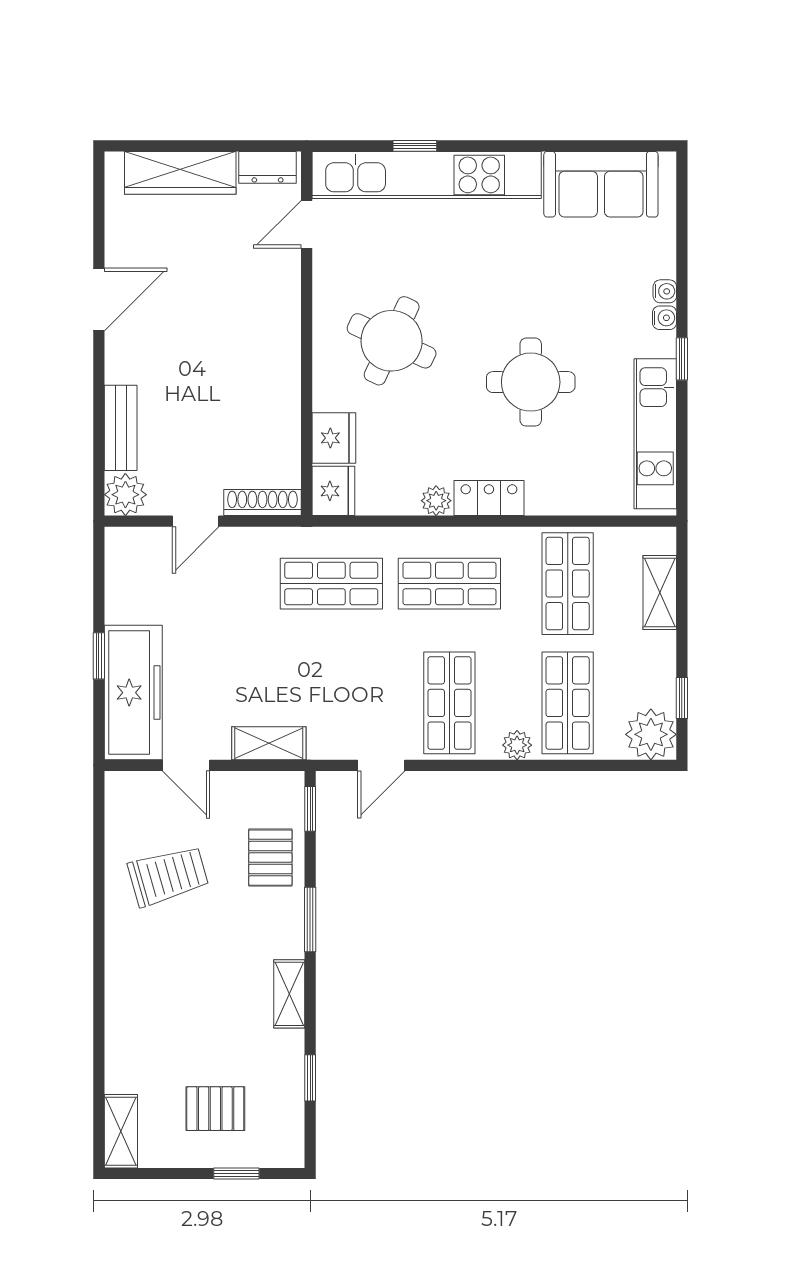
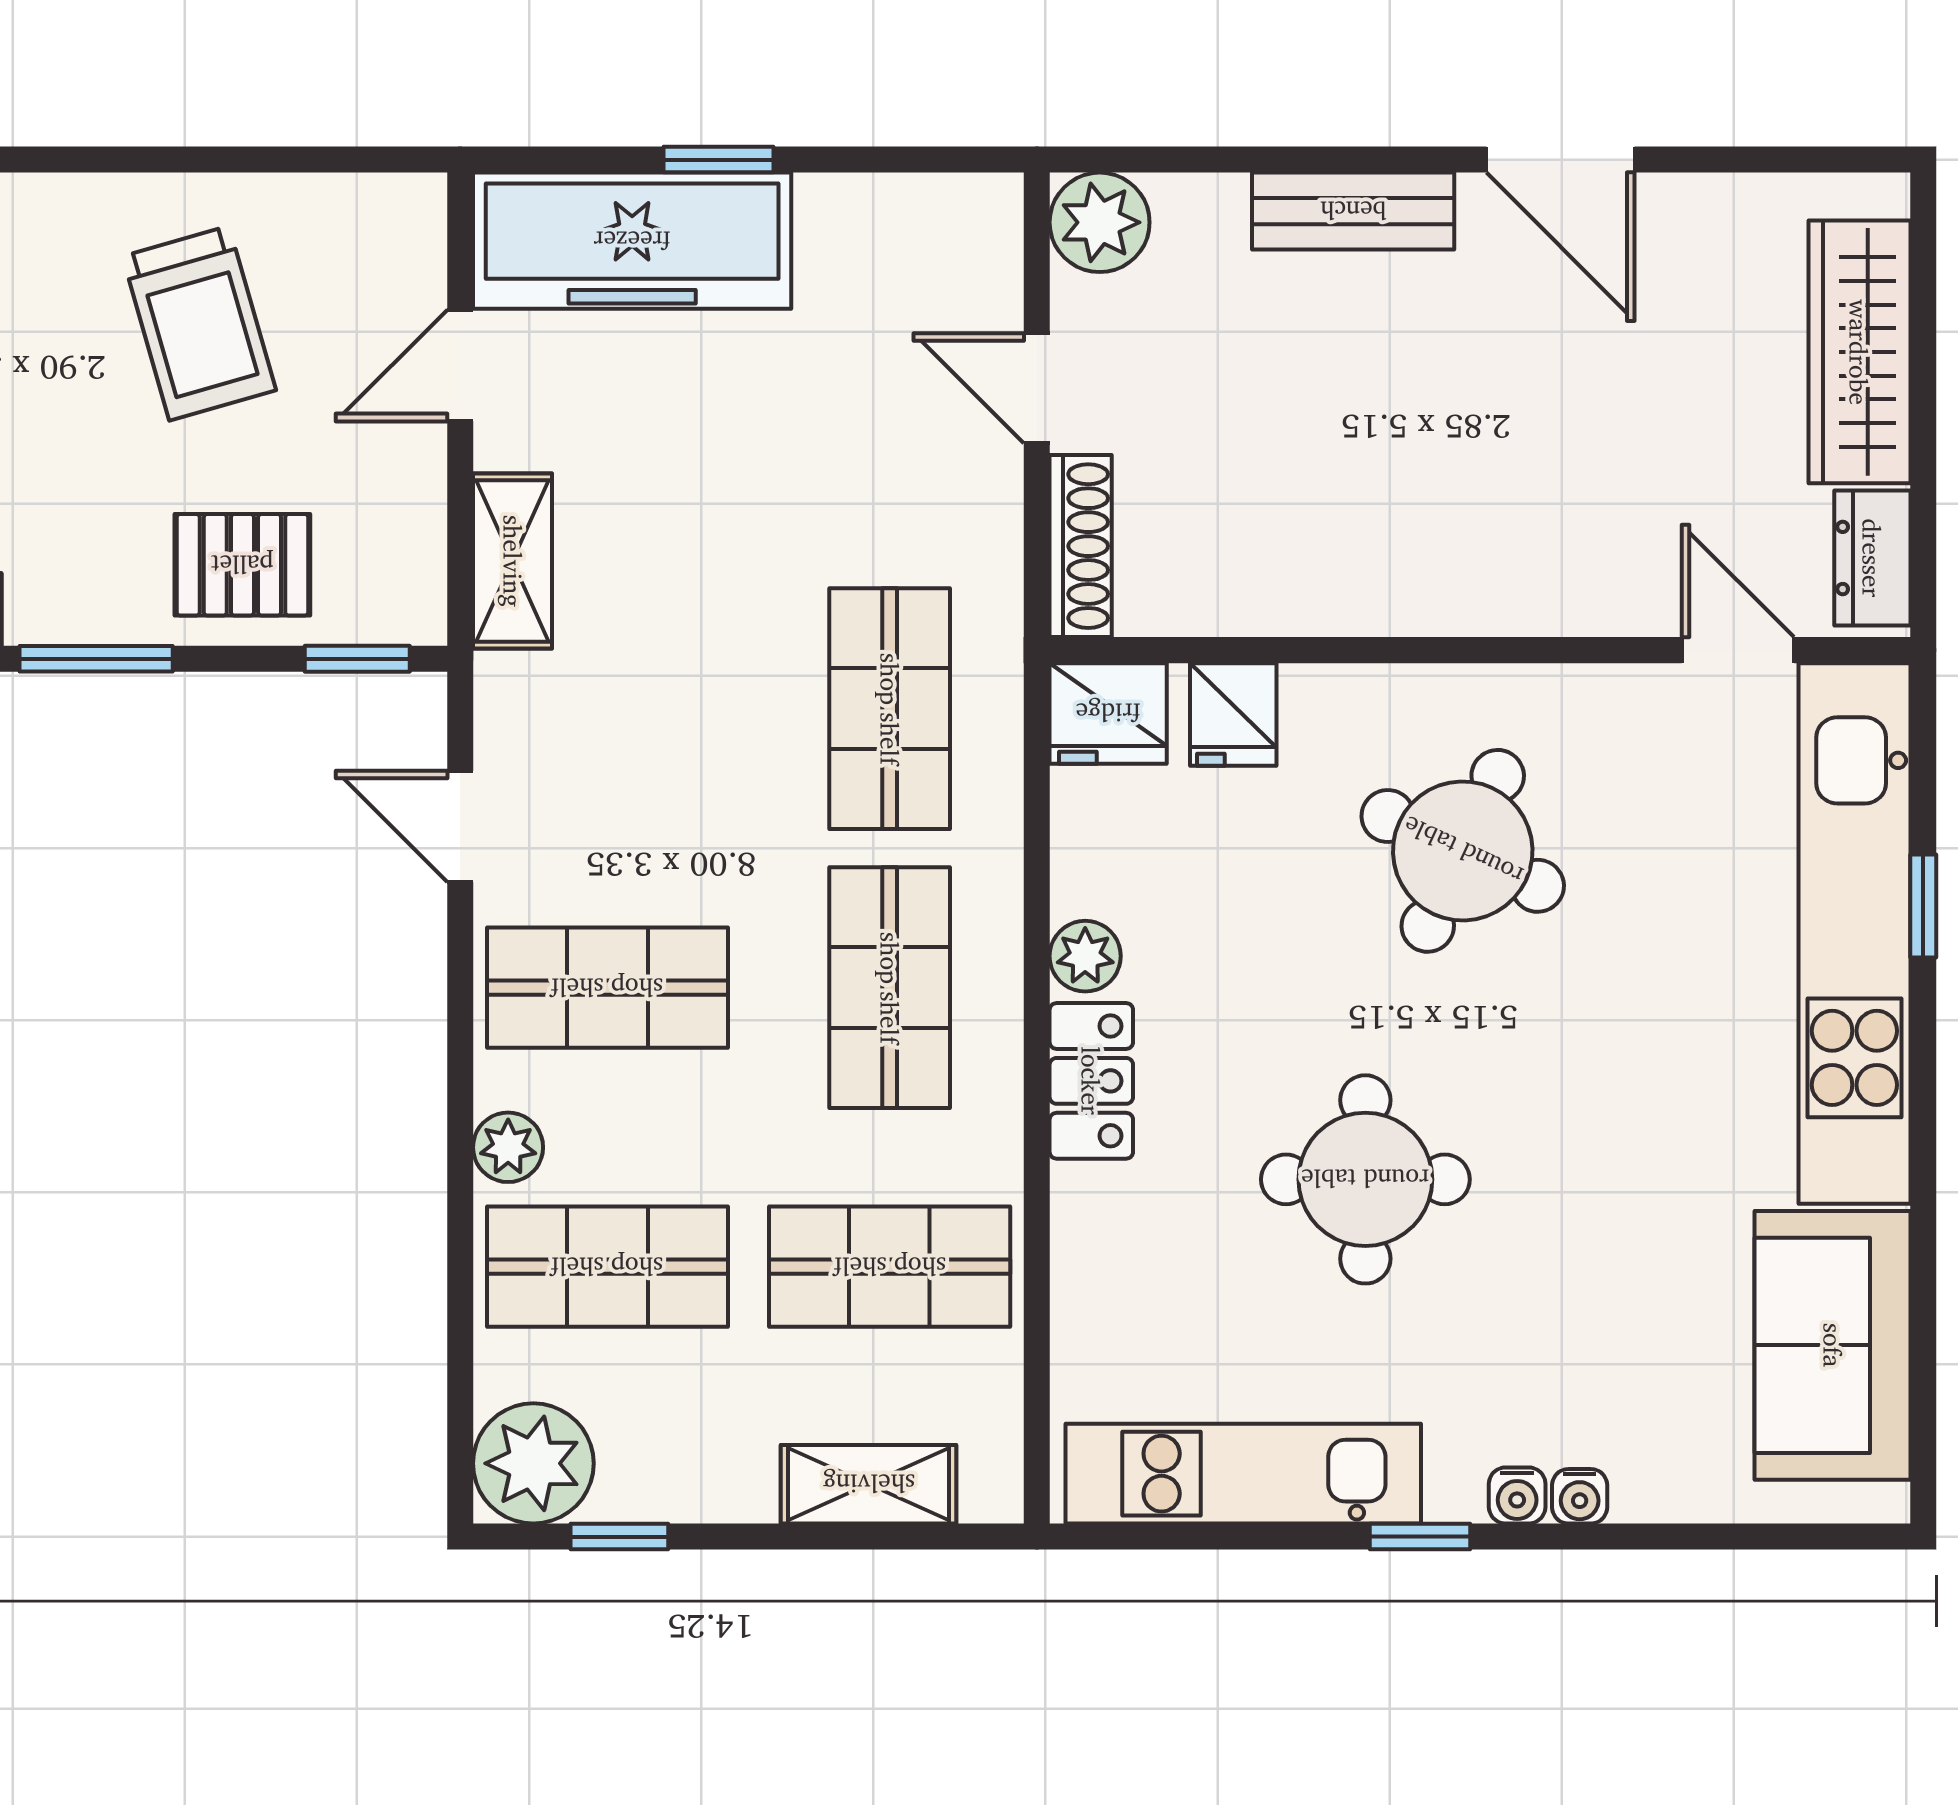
bench: (121, 428) -> (1353, 211), moved
fridge: (334, 438) -> (1233, 714), width x0.72

